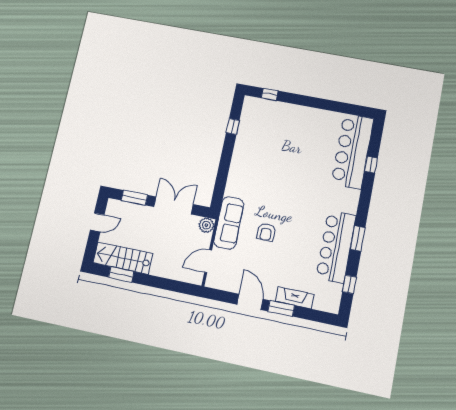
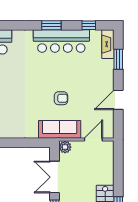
door: (208, 261) -> (93, 140), swing flipped
fireplace: (295, 298) -> (108, 44), moved
window: (281, 308) -> (118, 59), moved

